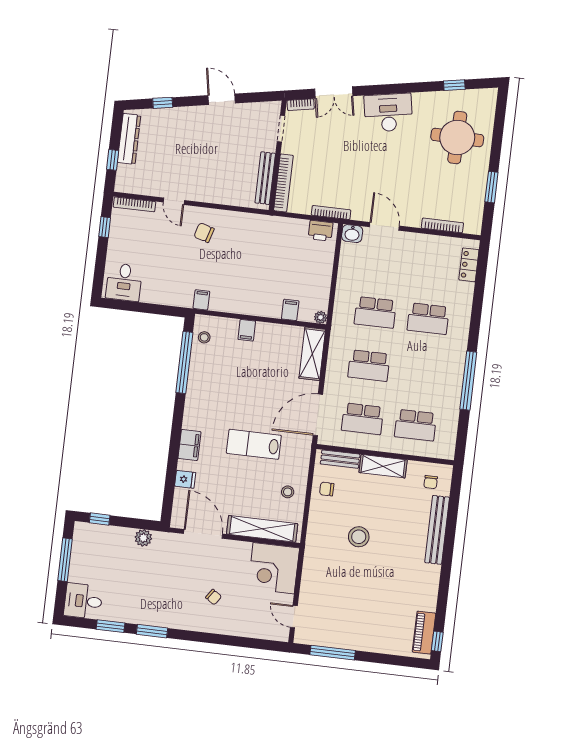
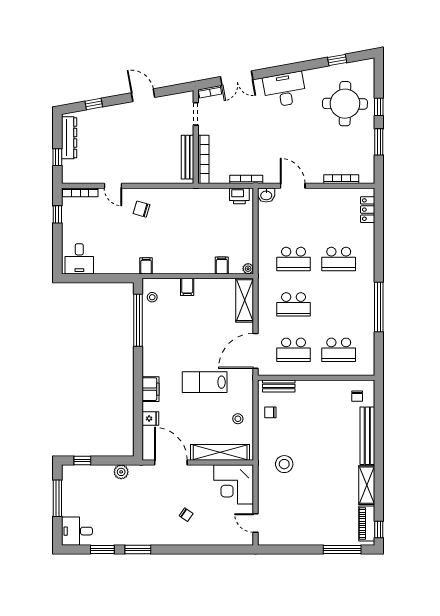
window: (496, 146) -> (379, 107), added
shelving: (383, 466) -> (367, 485), moved, turned 90
stool: (359, 537) -> (284, 464), moved
window: (333, 653) -> (342, 549), moved

